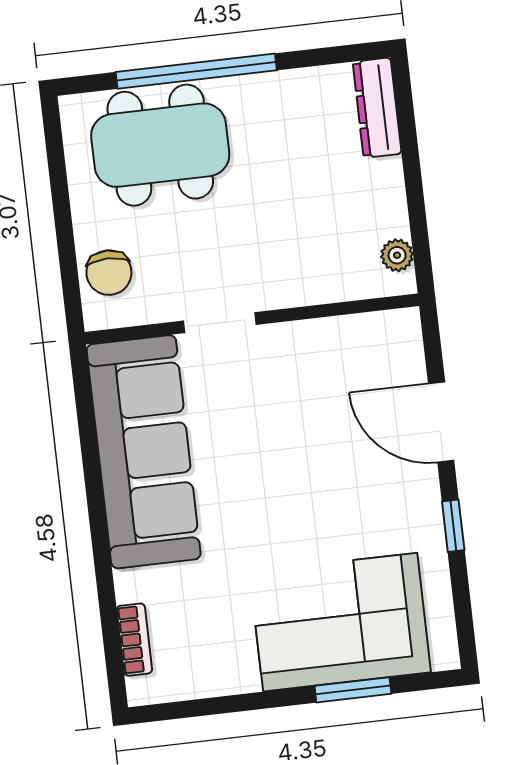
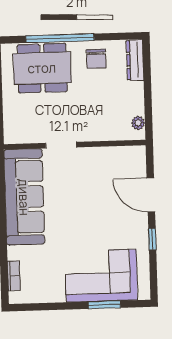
chair: (109, 273) -> (96, 59), moved

